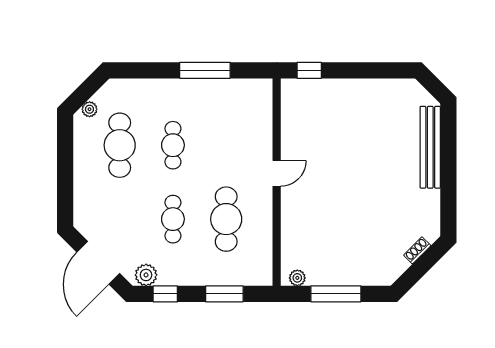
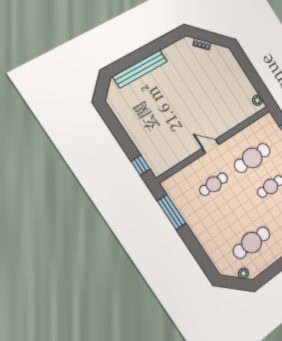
window: (205, 70) -> (172, 212), moved
cafe table: (173, 145) -> (214, 184), moved
window: (336, 294) -> (252, 75), removed

